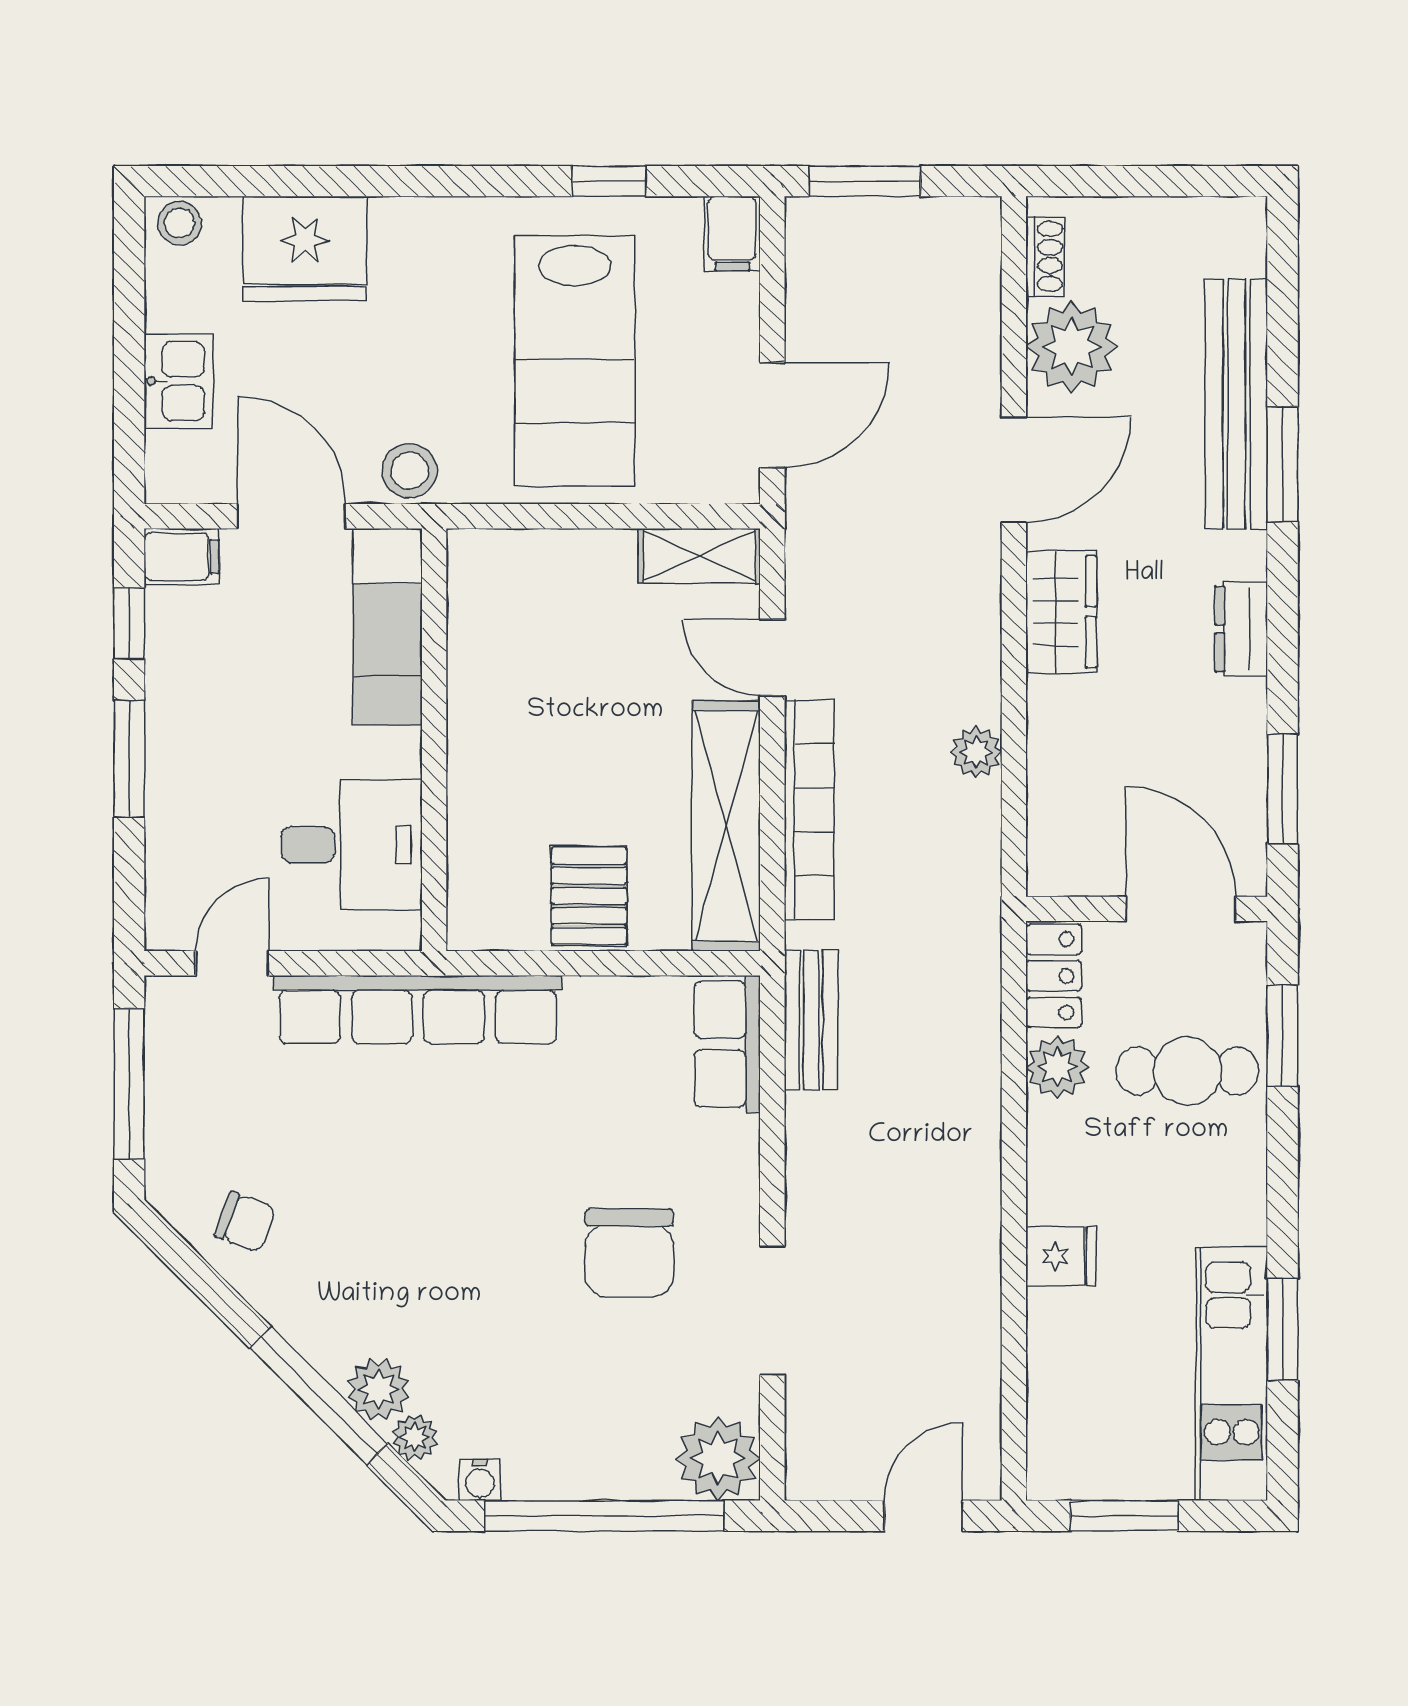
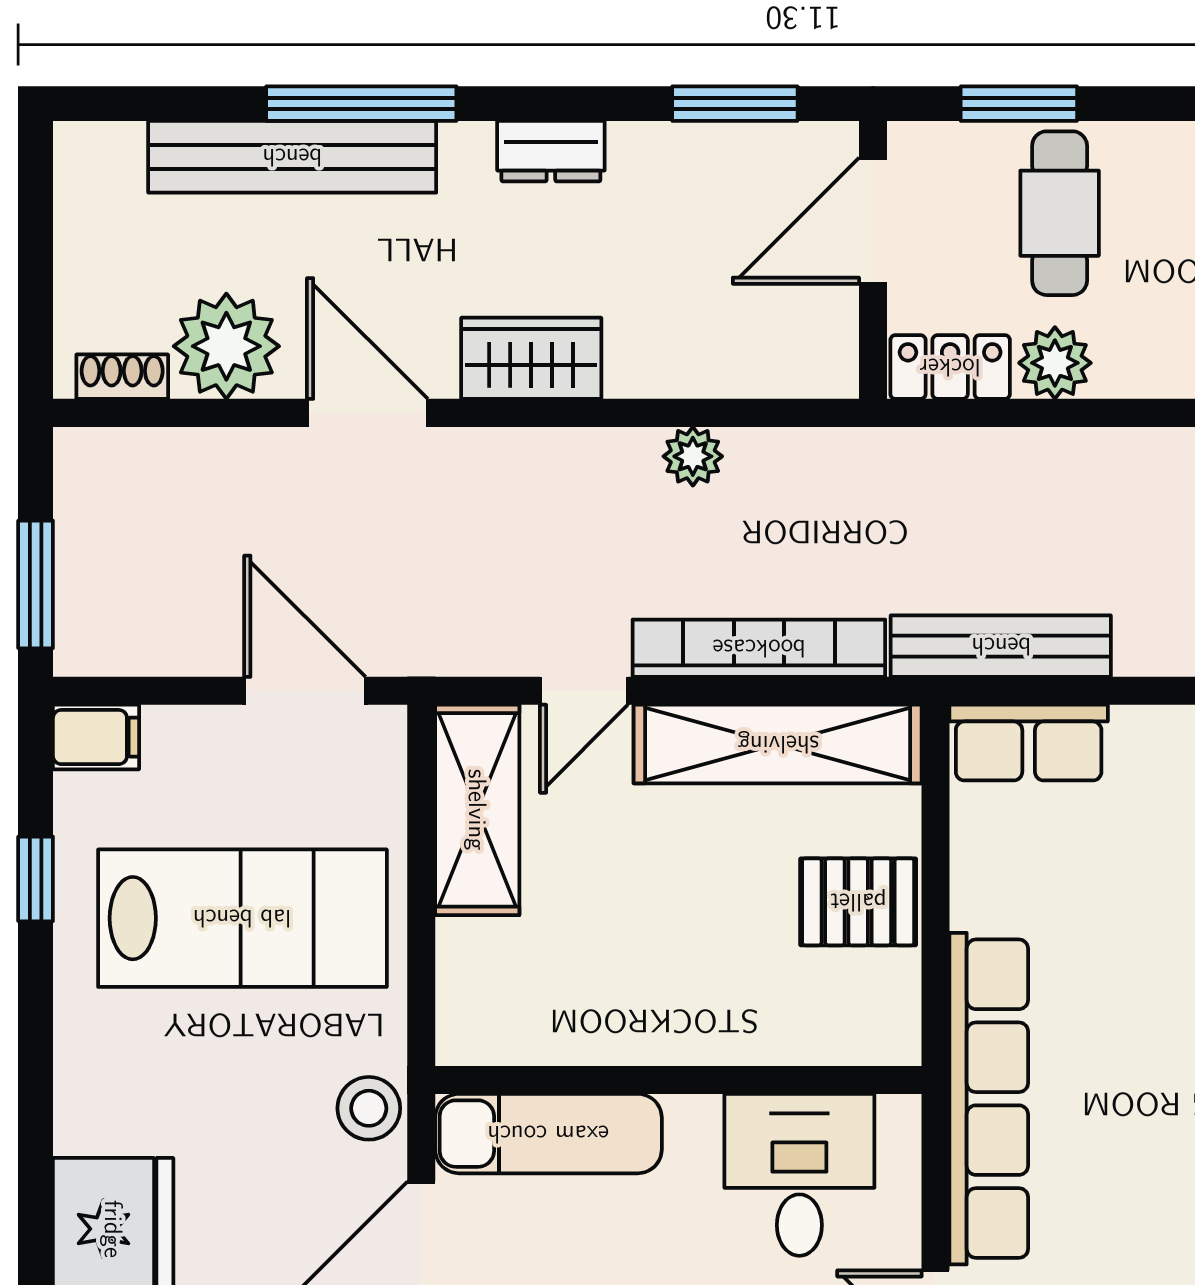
window: (1283, 464) -> (361, 104), width x1.44
shelving: (699, 556) -> (477, 810), width x1.50, depth x1.33
bench: (811, 1020) -> (1001, 646), width x1.36

